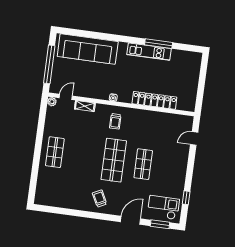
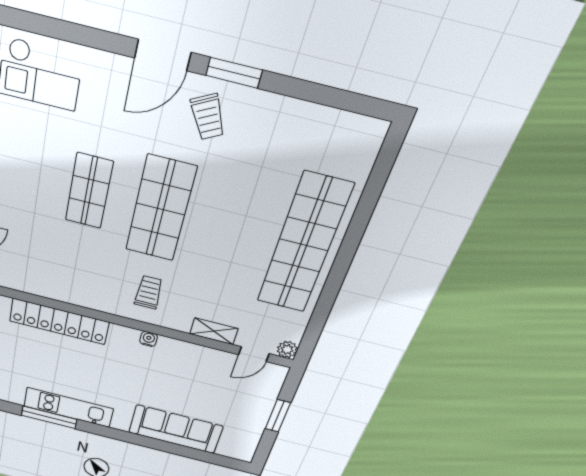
sofa: (88, 49) -> (176, 429), width x0.74, depth x0.79
window: (49, 64) -> (278, 416), width x0.47
shop shelf: (55, 152) -> (304, 245), width x2.00, depth x1.36
door: (131, 220) -> (163, 55), moved
window: (160, 224) -> (234, 73), moved

